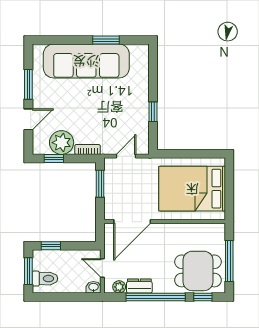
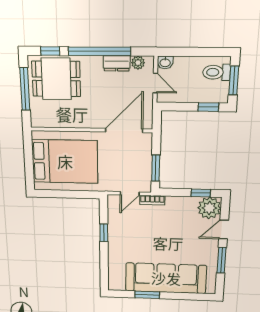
plant: (62, 143) -> (209, 208), moved
bookcase: (88, 149) -> (152, 200), moved

